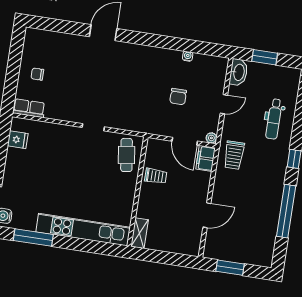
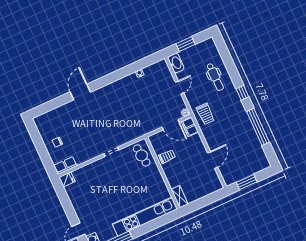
chair: (178, 97) -> (150, 101), removed
fridge: (18, 140) -> (67, 179), moved

